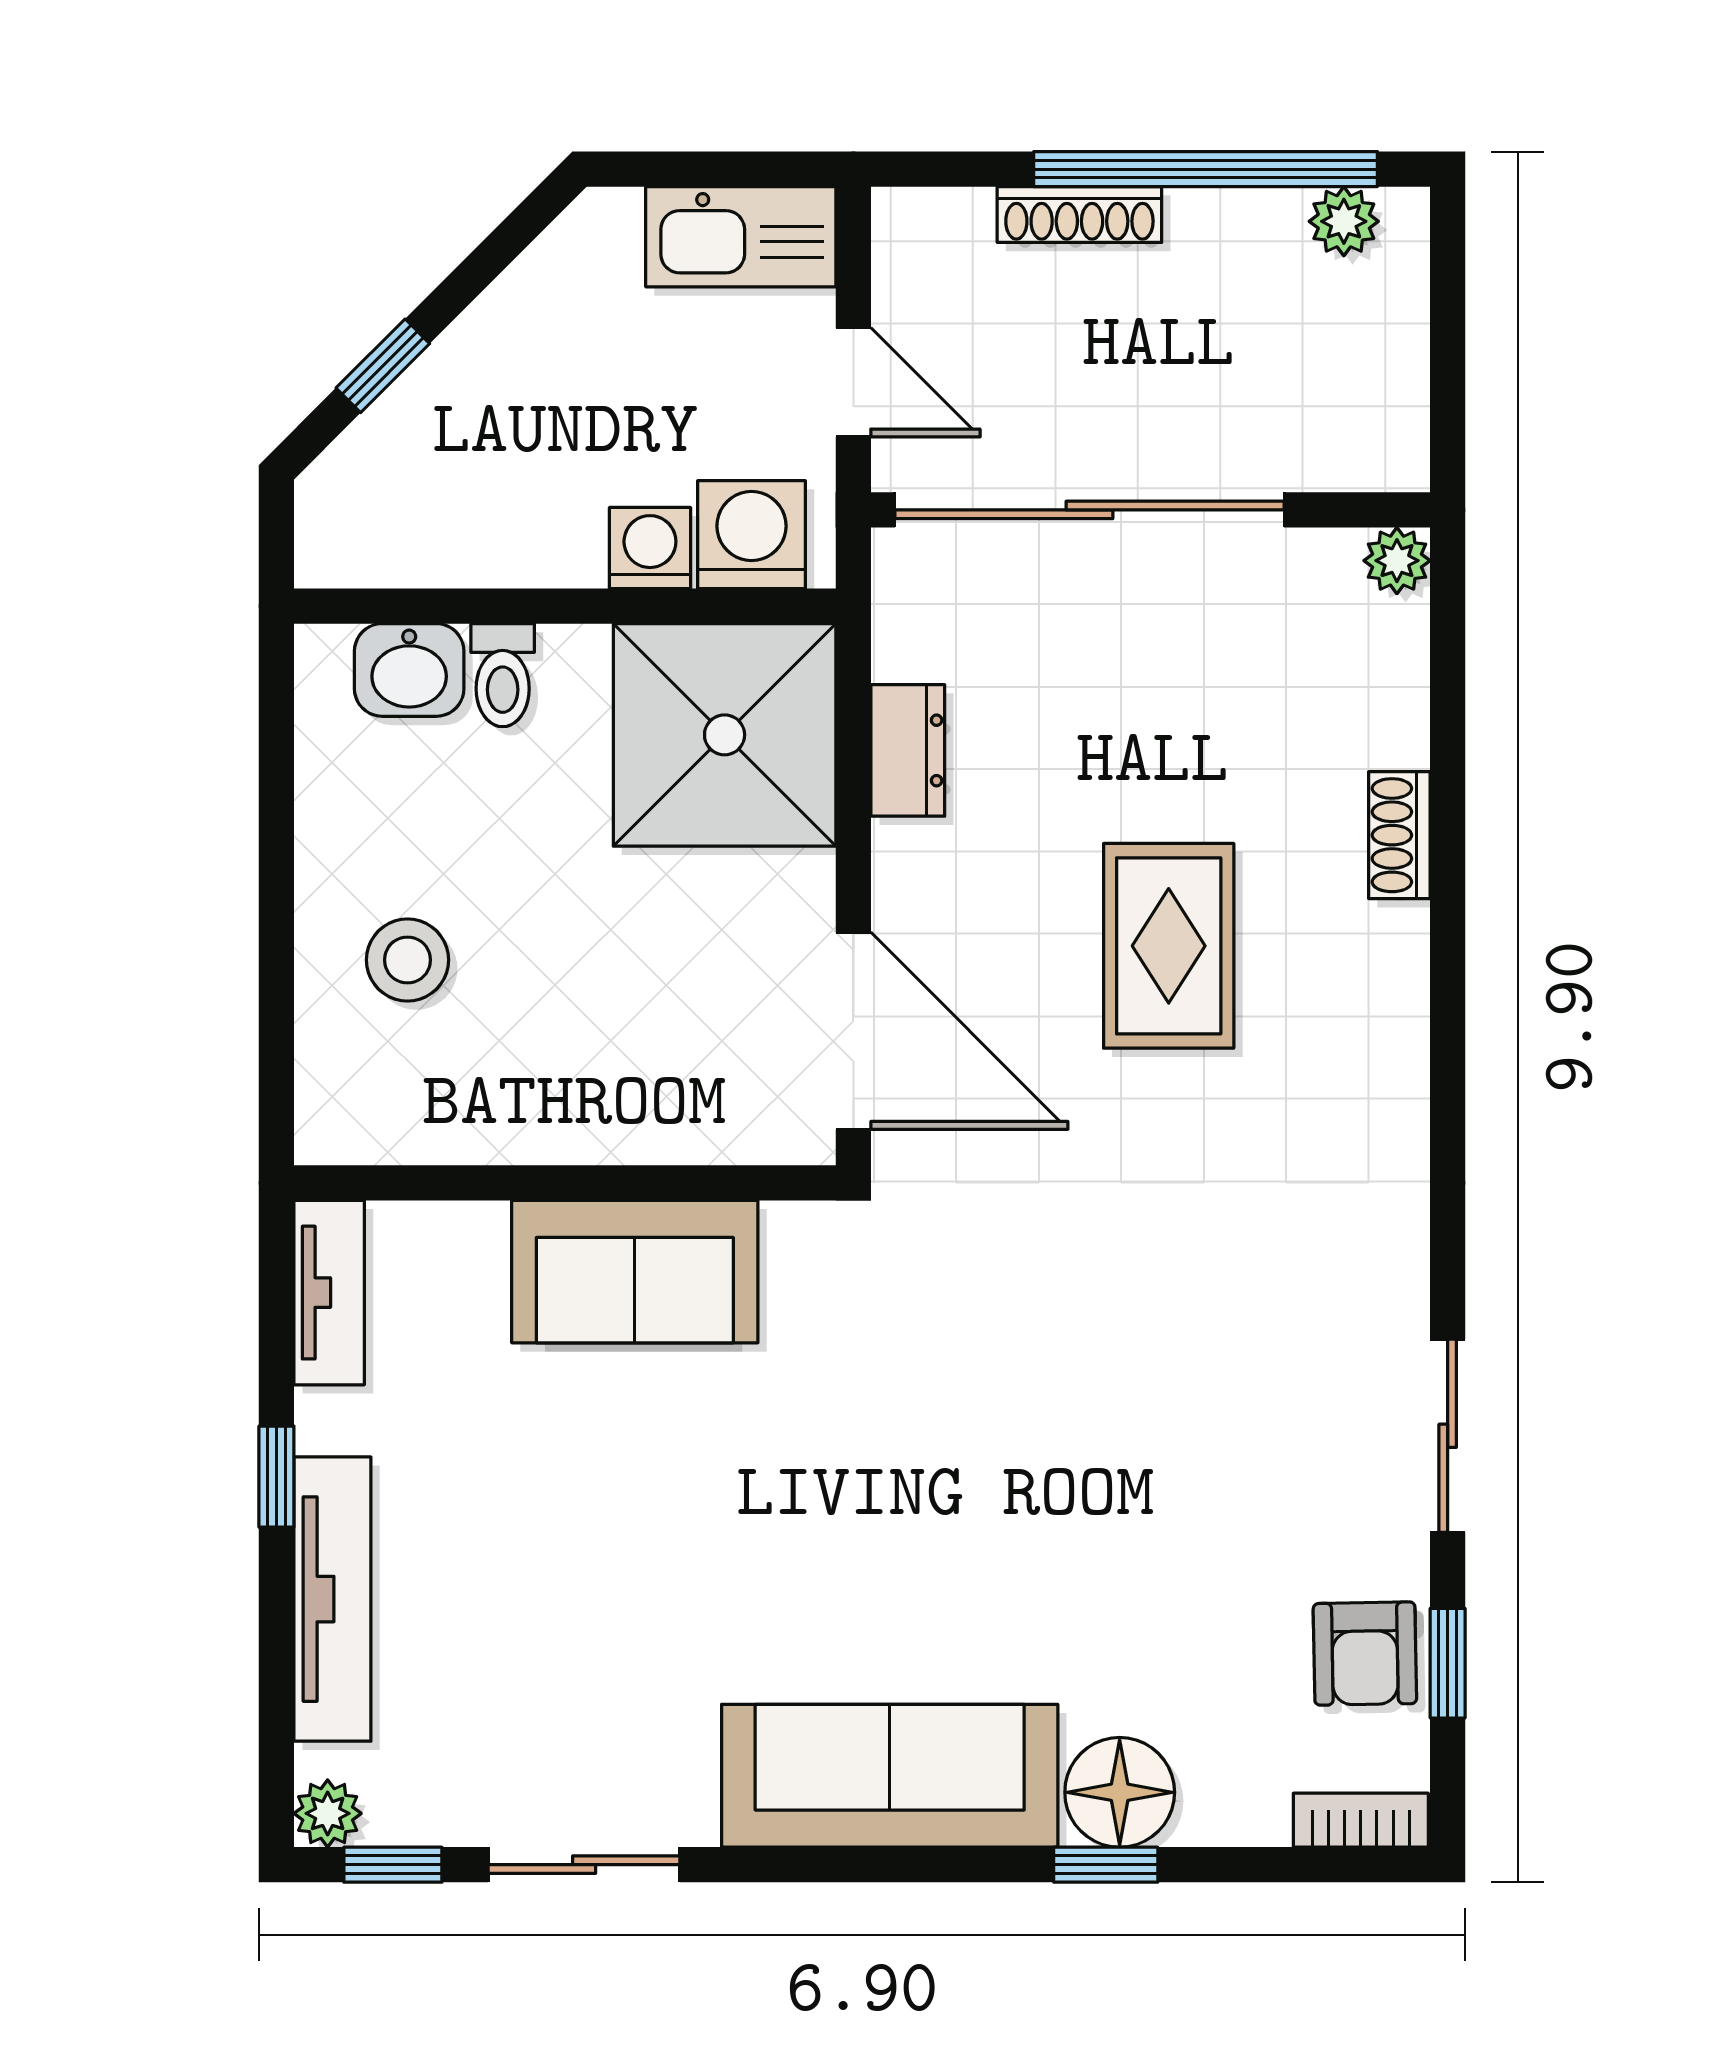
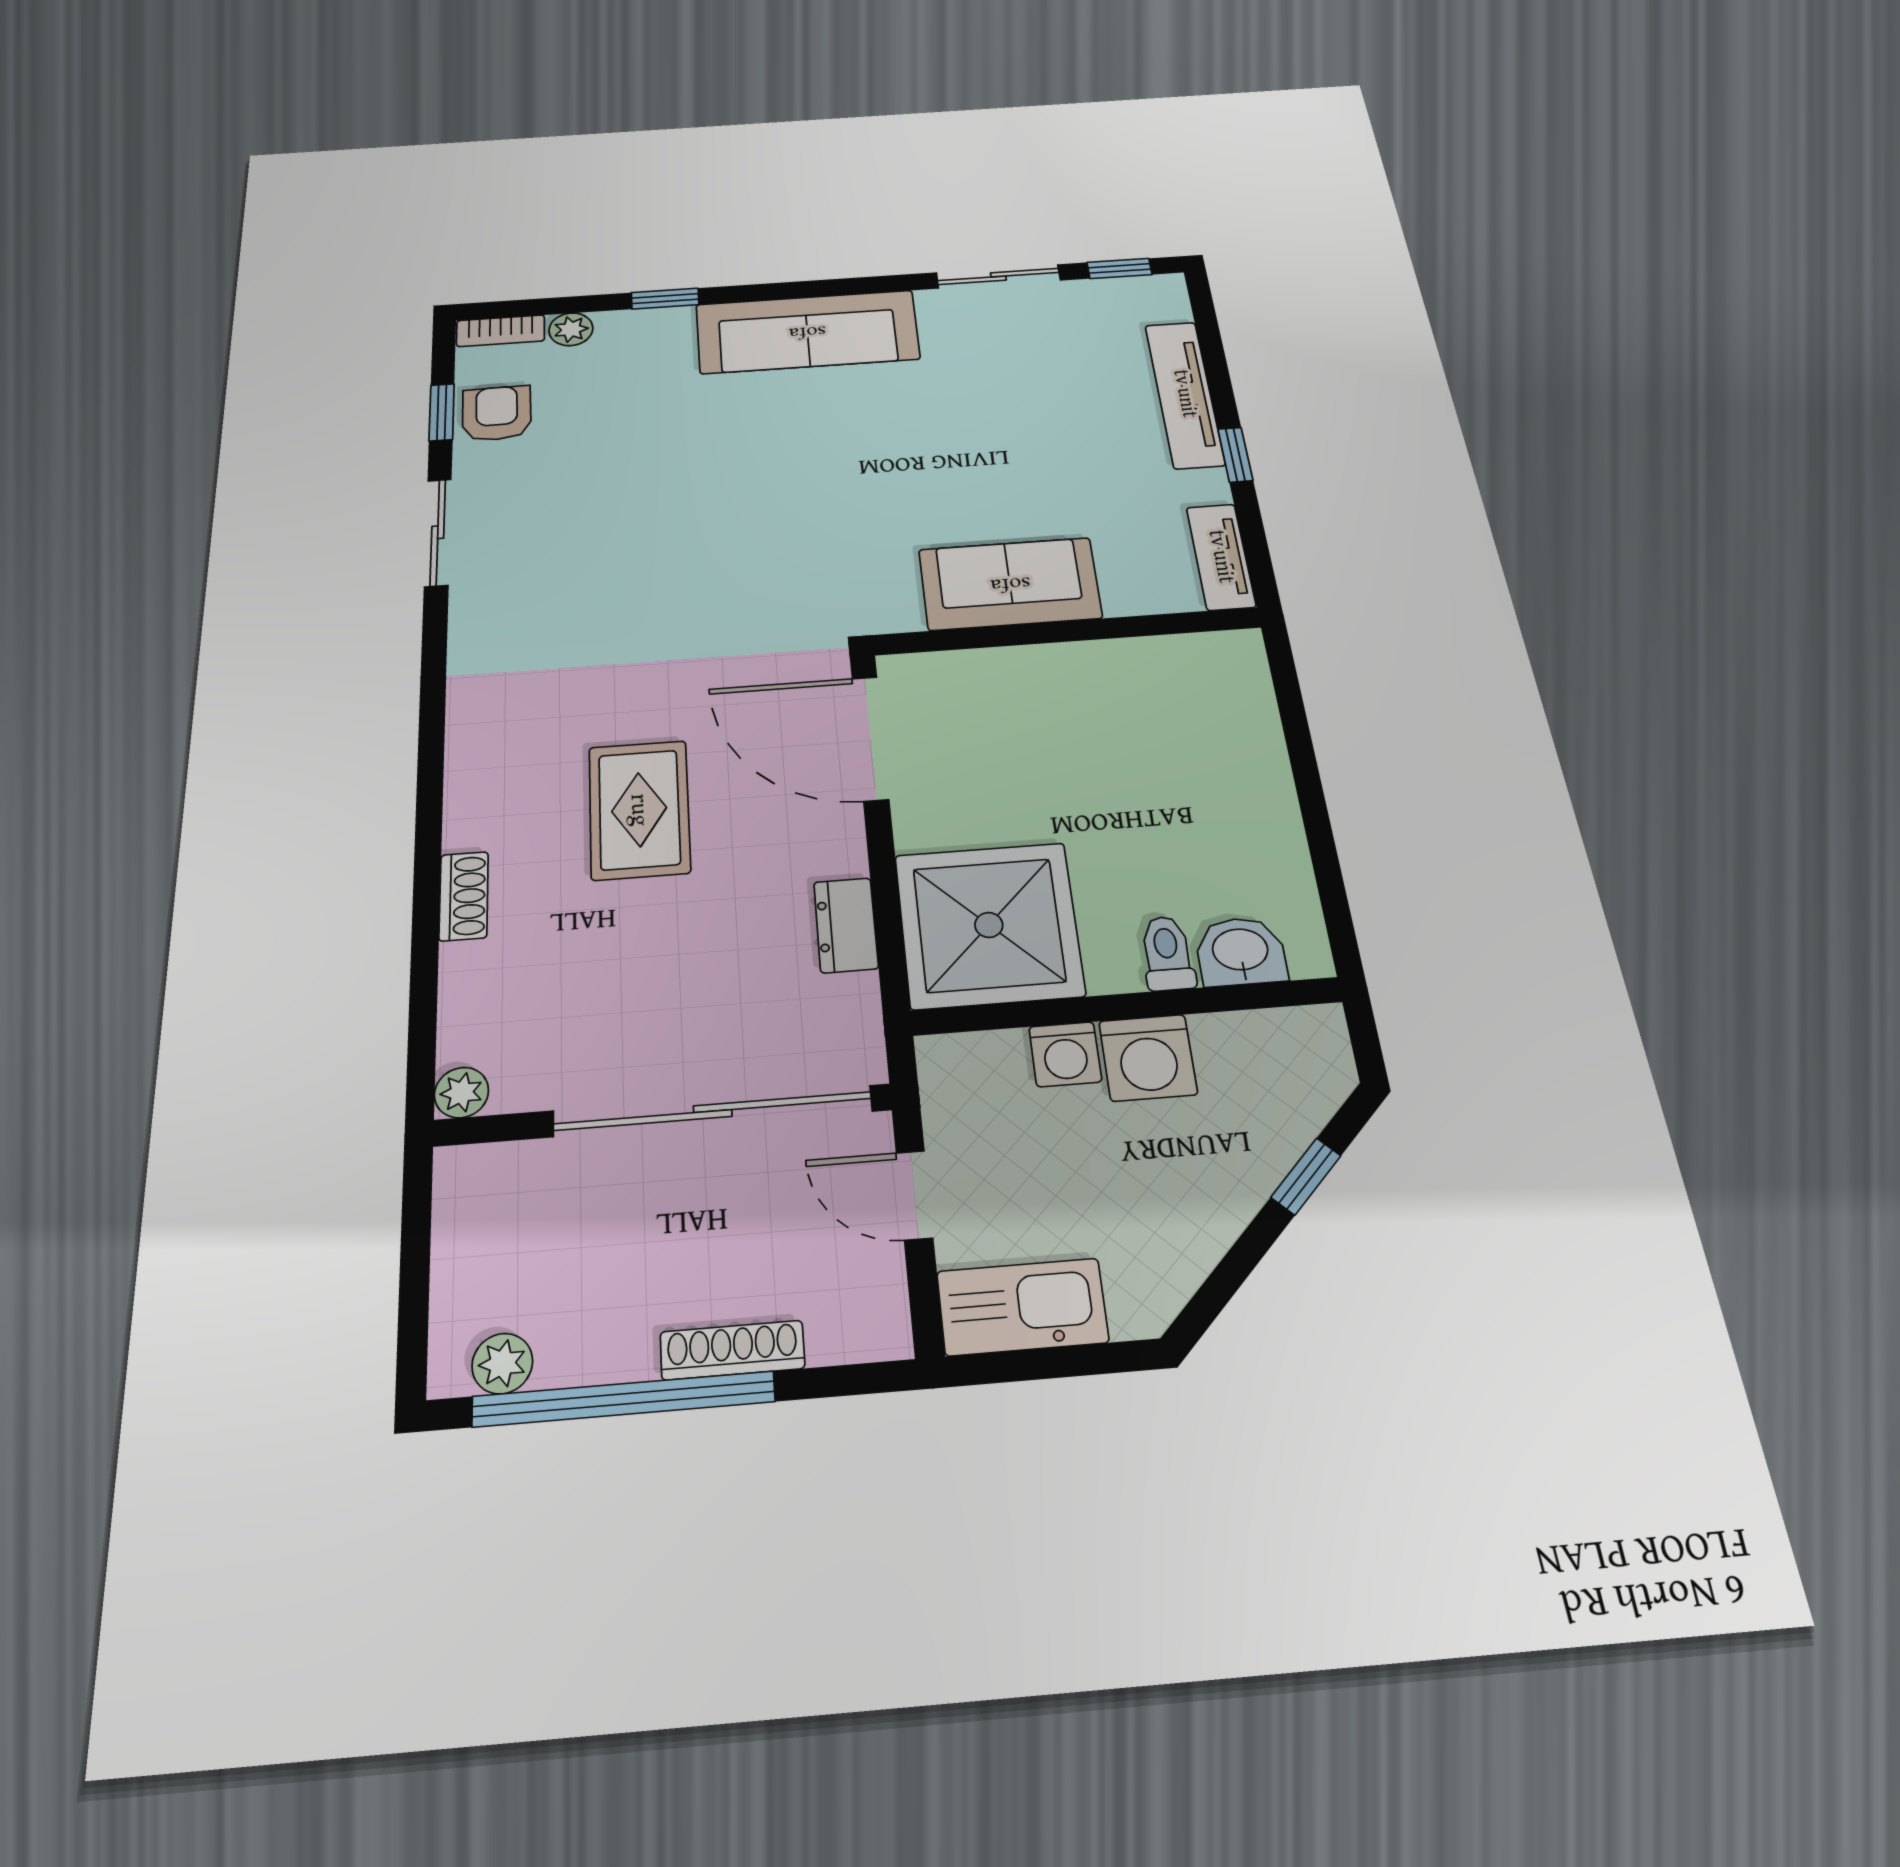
washing machine: (751, 535) -> (1148, 1058), moved
stool: (407, 960) -> (1205, 758), removed
floor lamp: (1120, 1792) -> (657, 334), removed
plant: (328, 1813) -> (571, 329), moved

